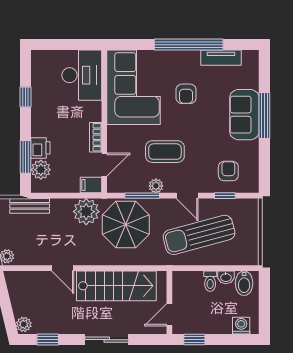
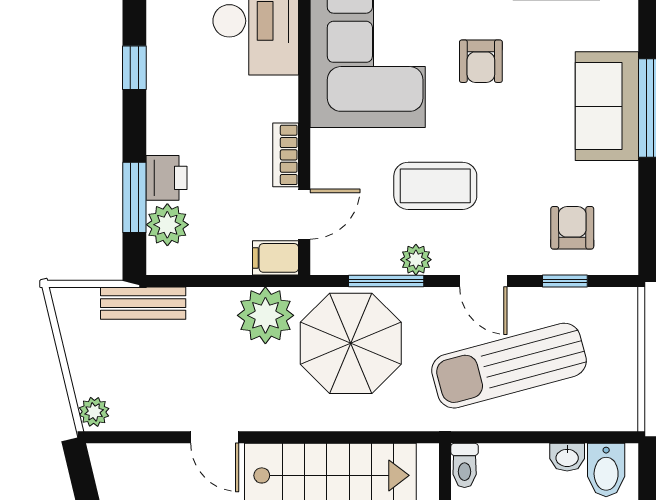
toilet: (210, 281) -> (465, 465), moved

